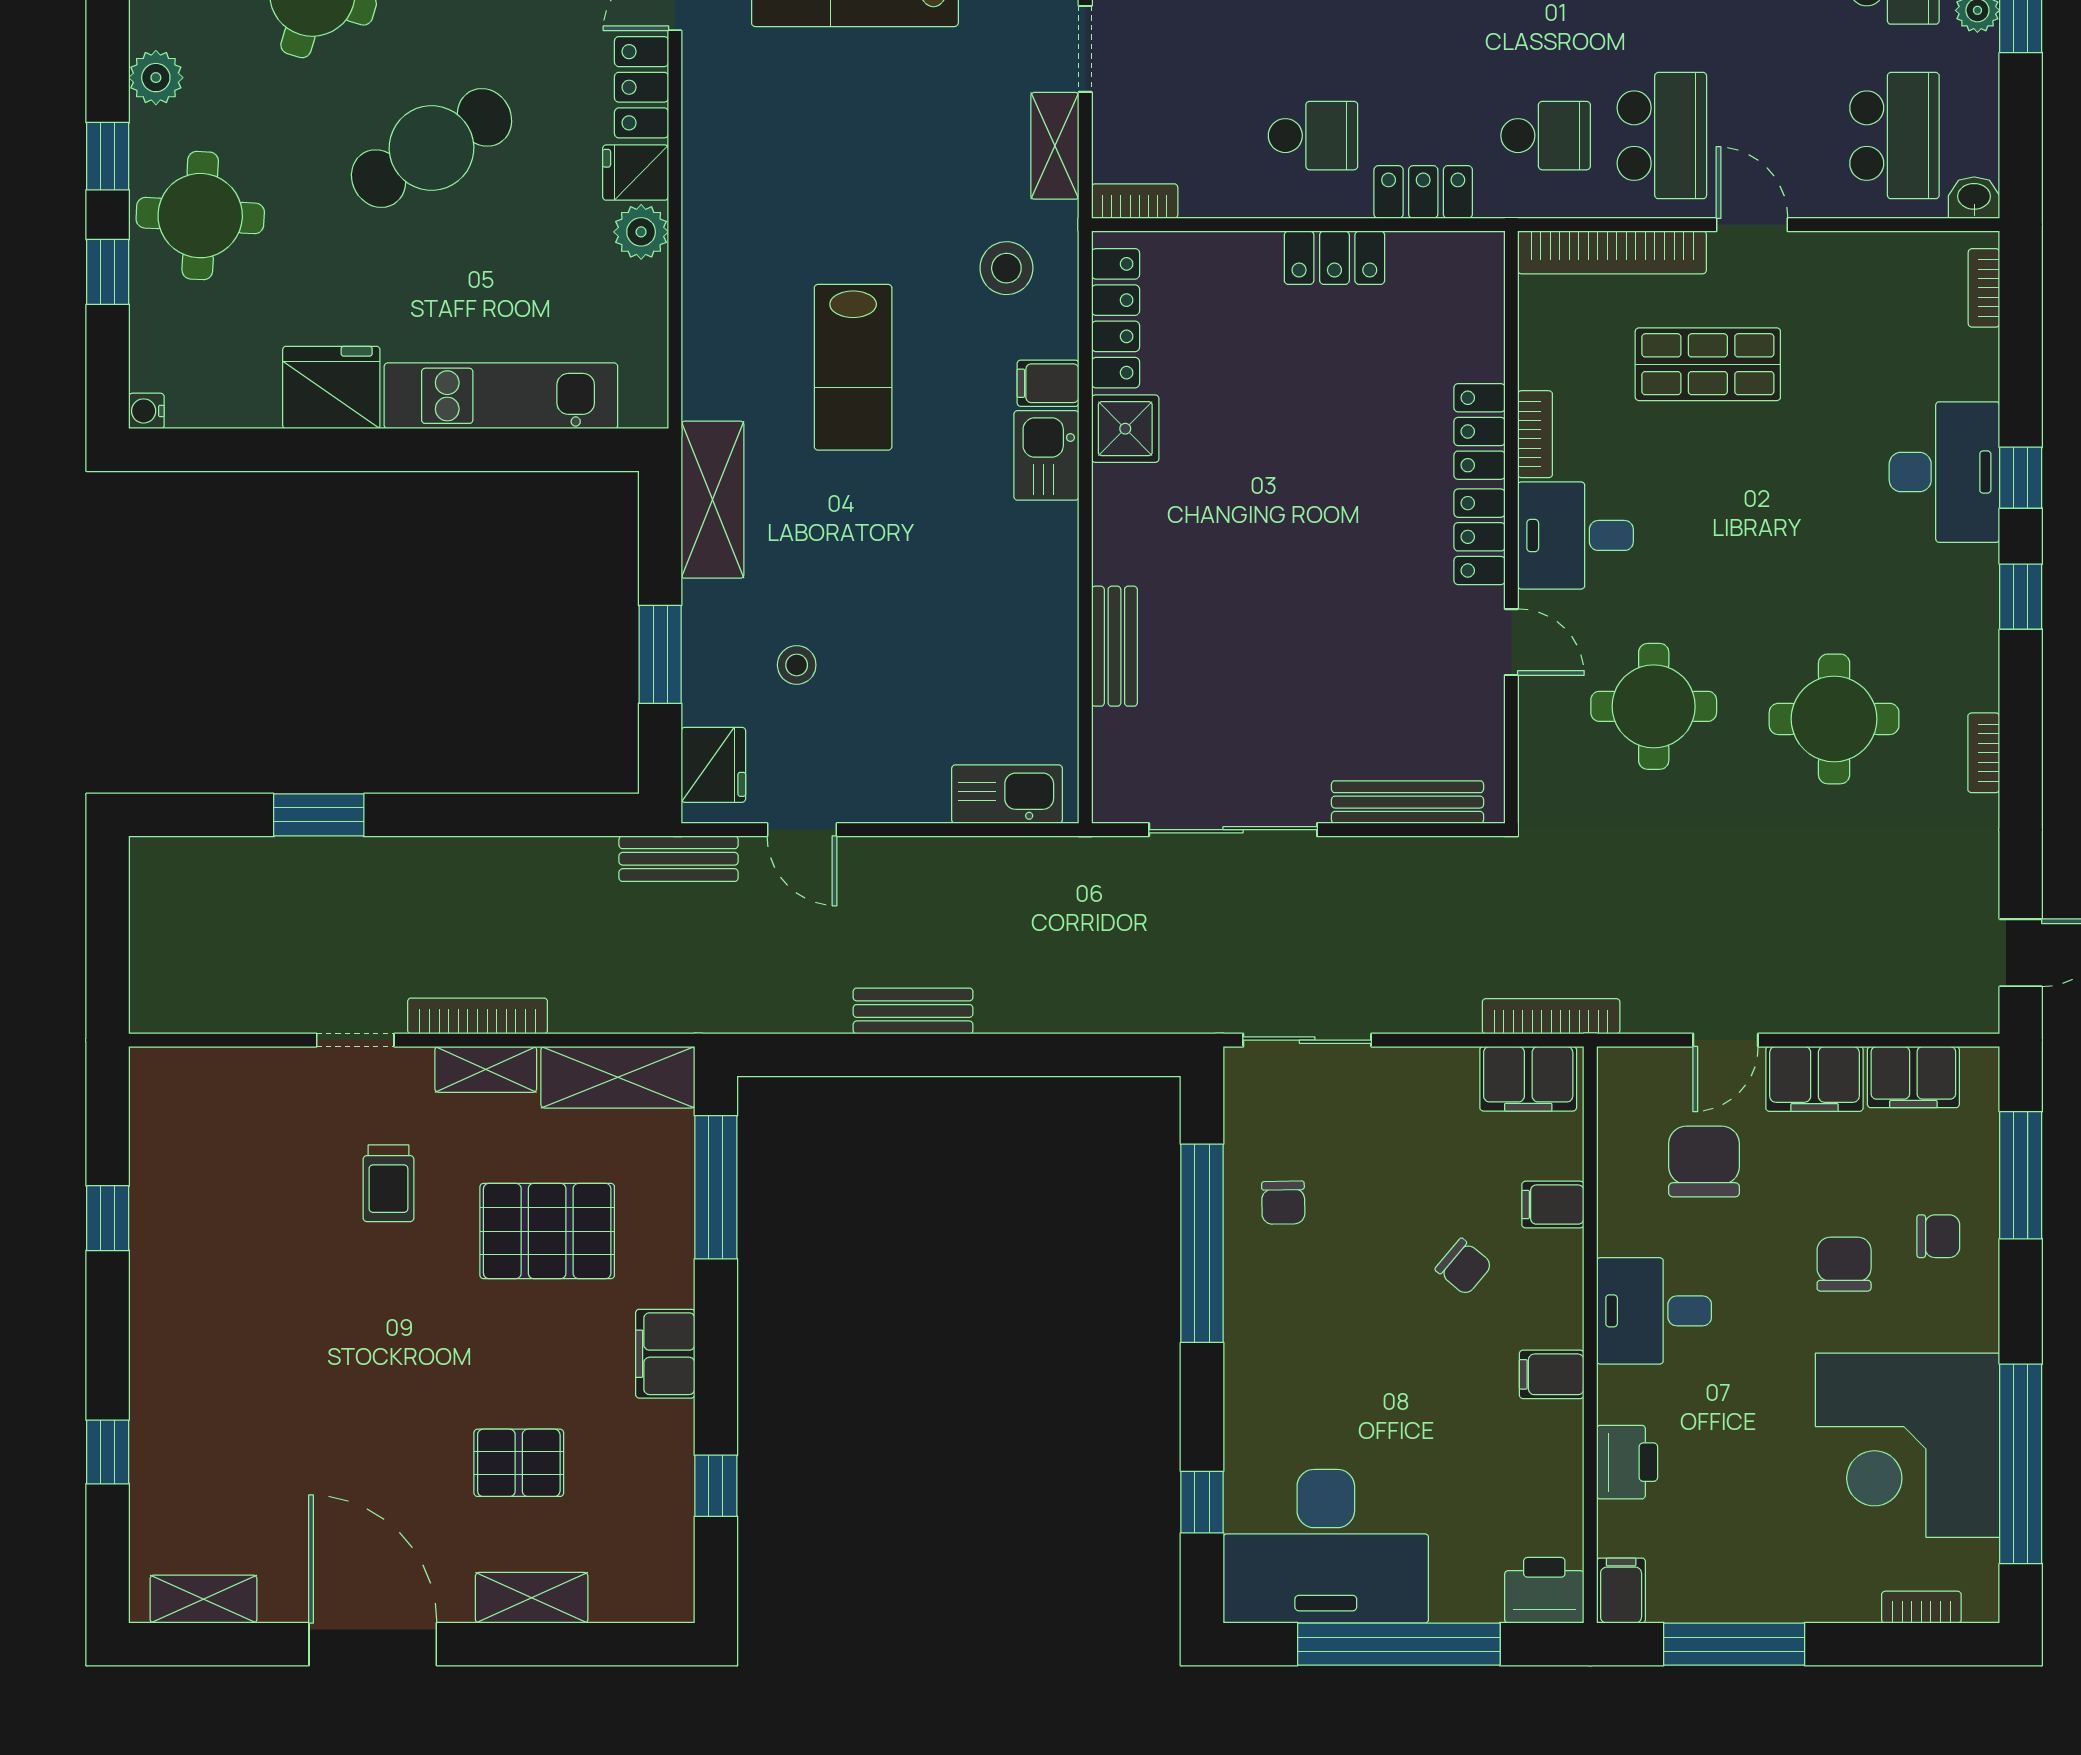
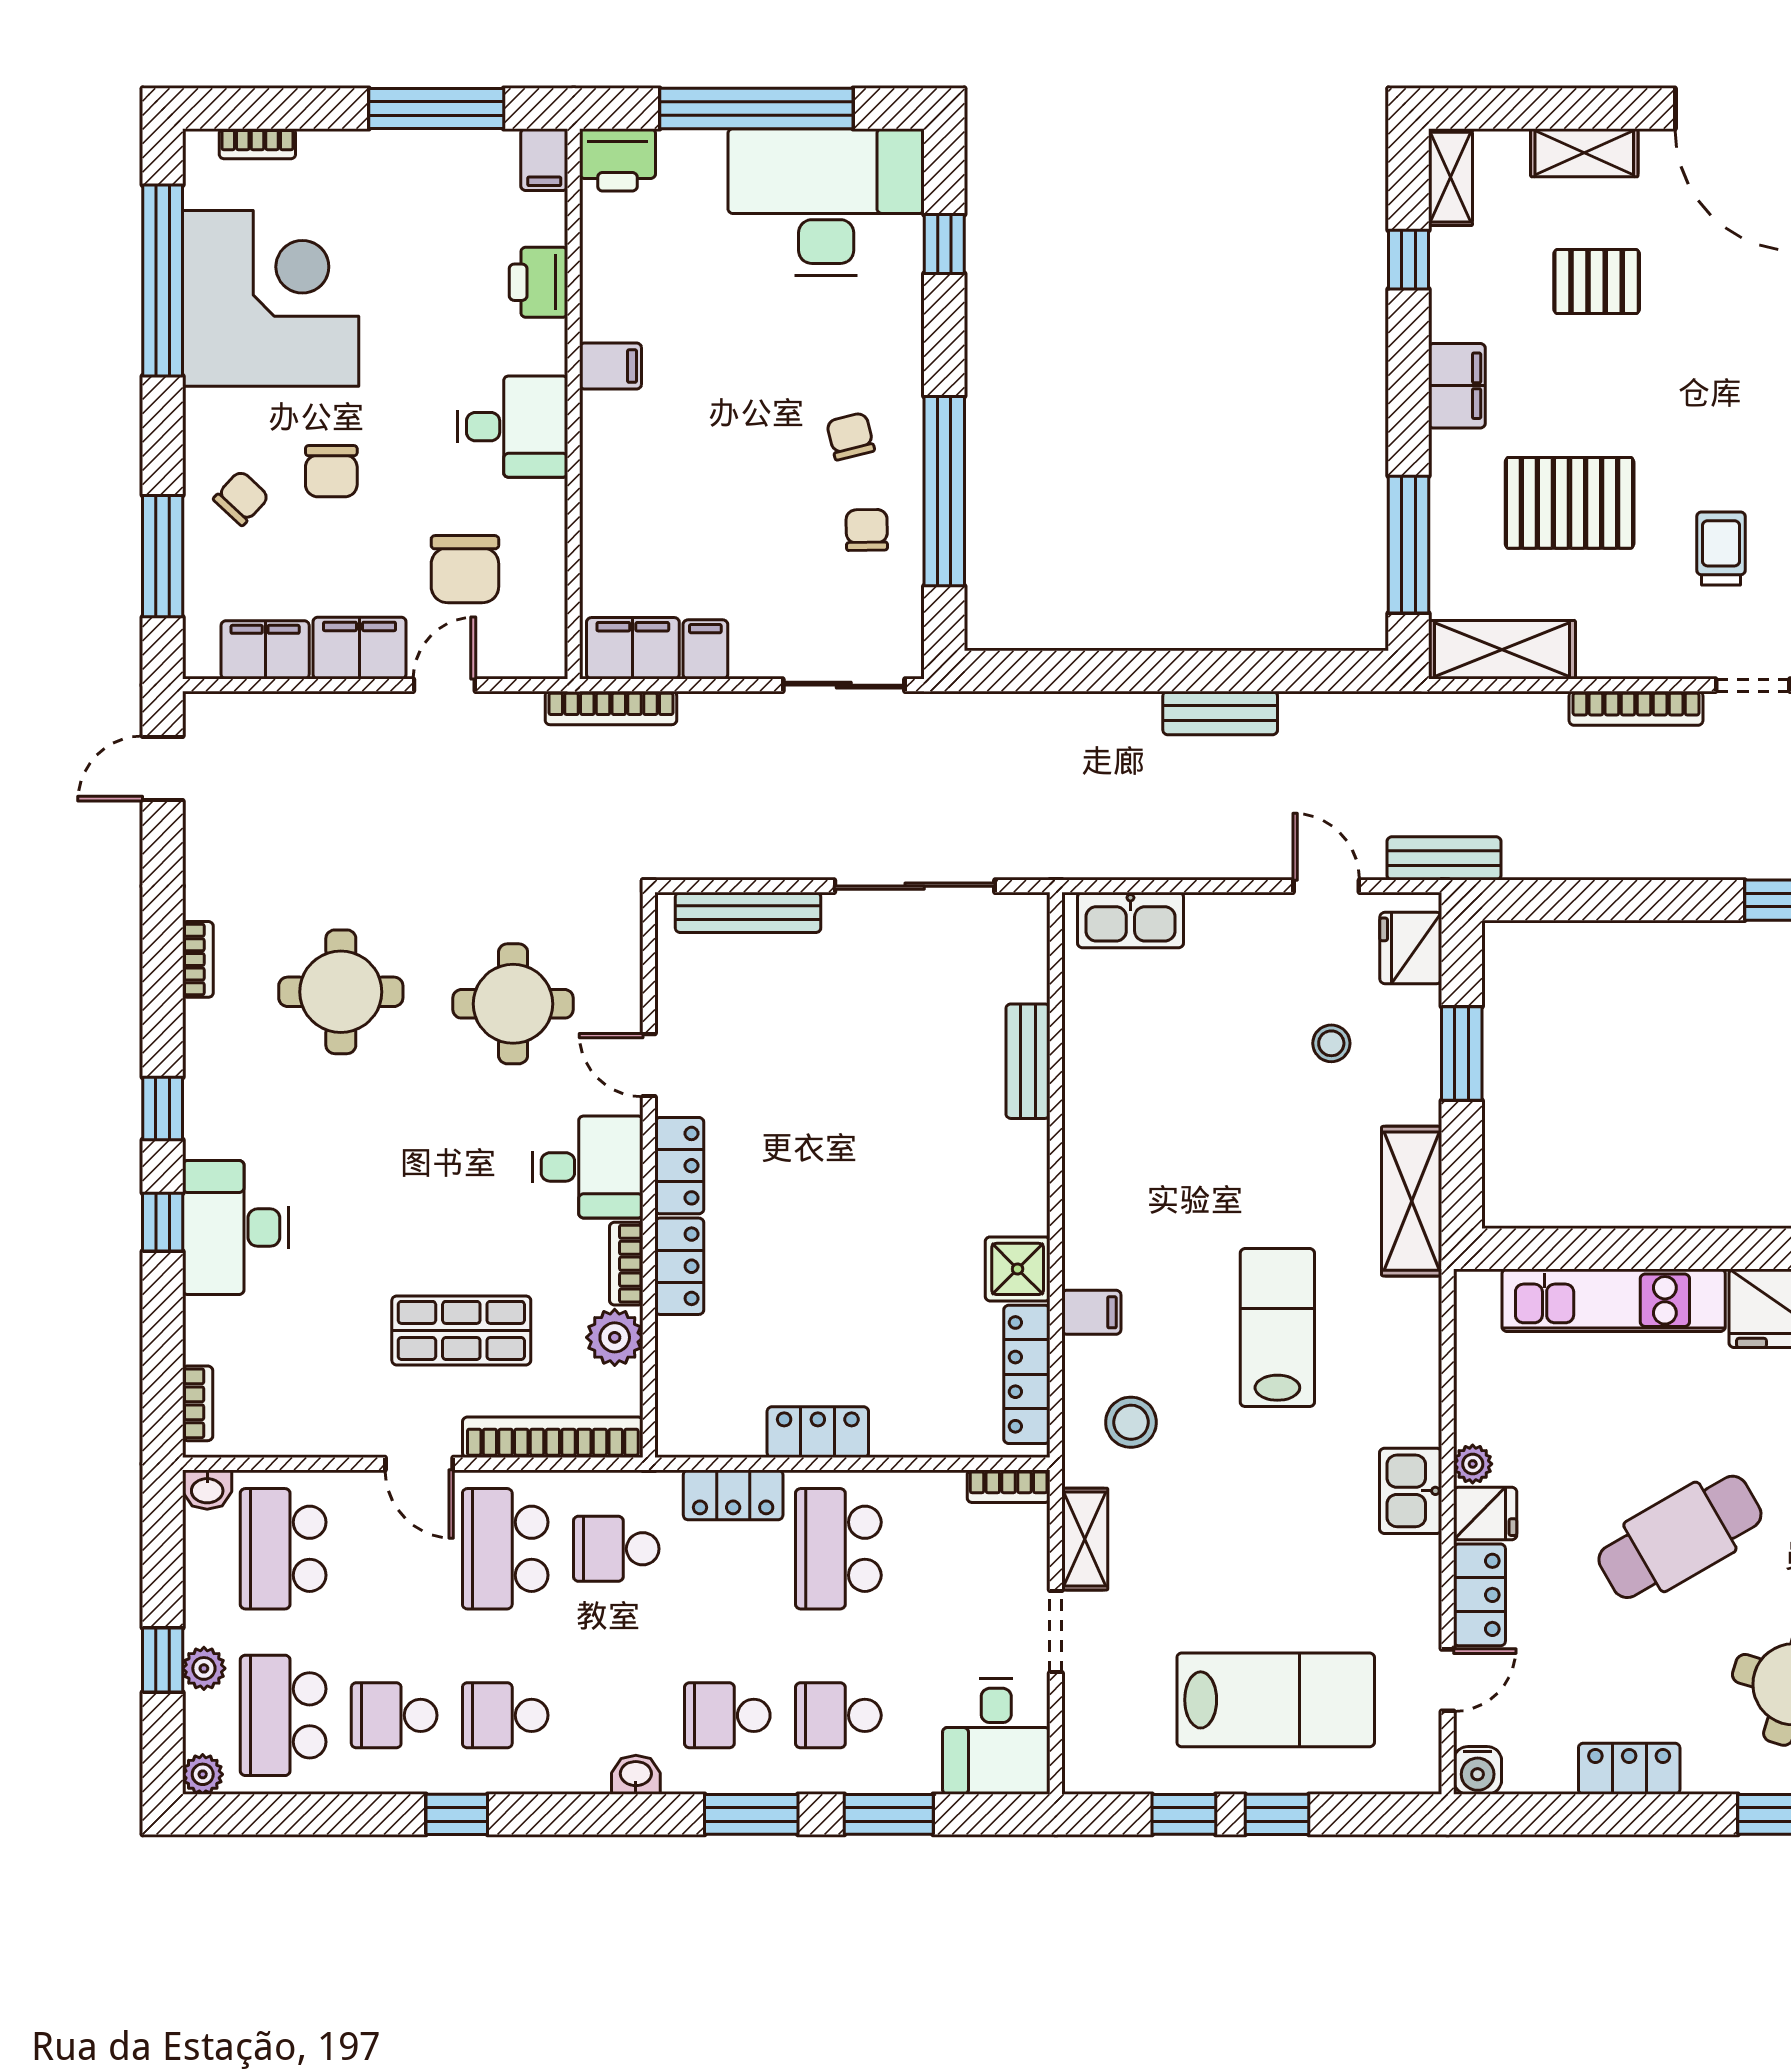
school desk: (1313, 136) -> (838, 1549), width x1.85
plant: (641, 232) -> (1473, 1464), width x0.73, depth x0.73
plant: (1547, 357) -> (615, 1337), added
kitchen sink: (1046, 455) -> (1411, 1491), moved, turned 180
shelving: (486, 1069) -> (1450, 177), moved, turned 90
filing cabinet: (1553, 1205) -> (705, 649), moved, turned -90
chair: (1938, 1236) -> (241, 498), turned 133
chair: (1464, 1267) -> (850, 436), moved, turned 36

